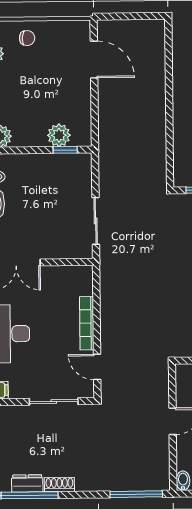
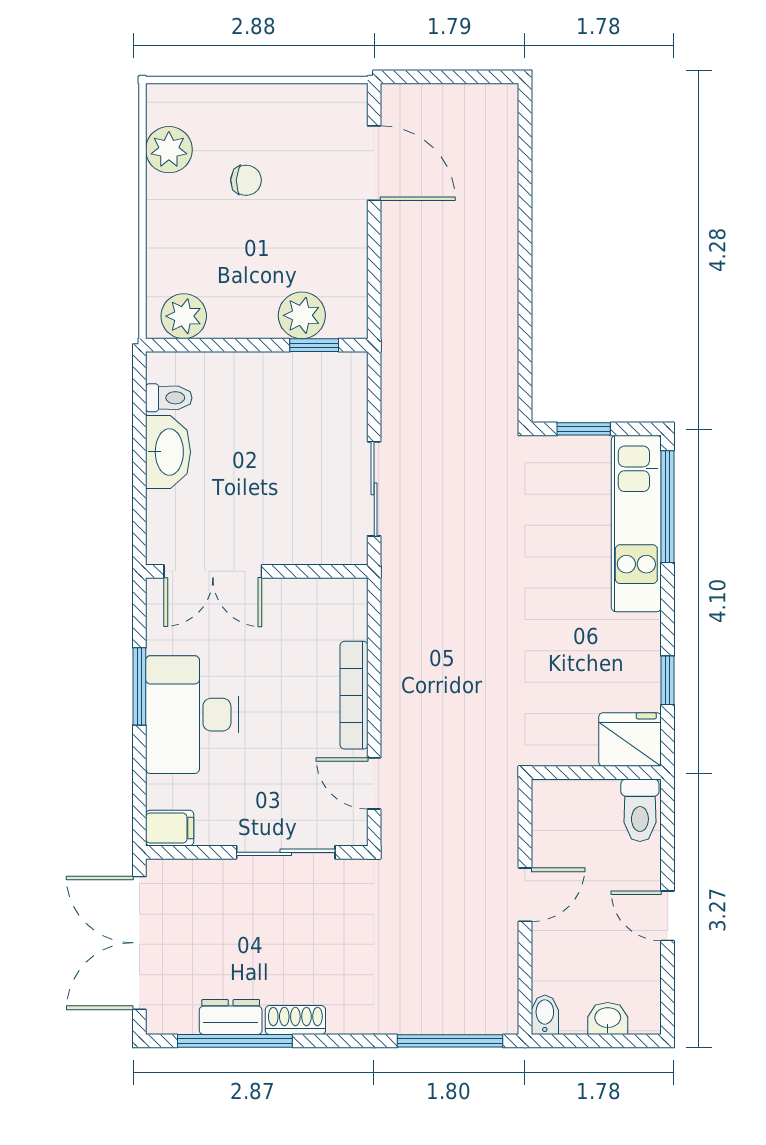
chair: (27, 38) -> (246, 180), moved

